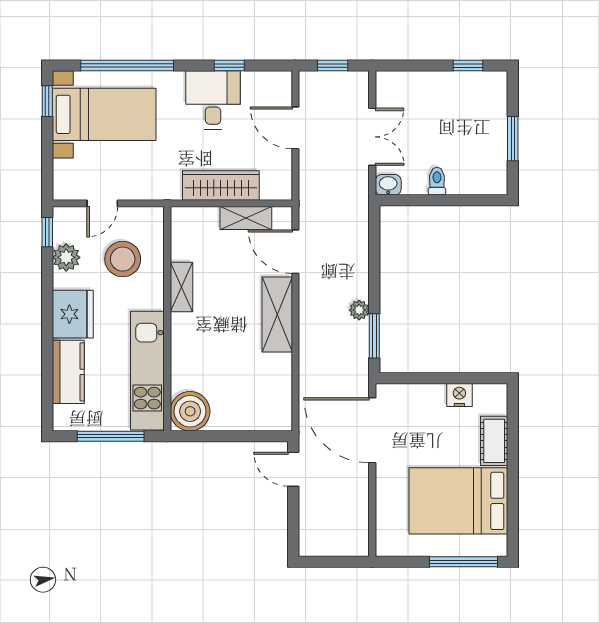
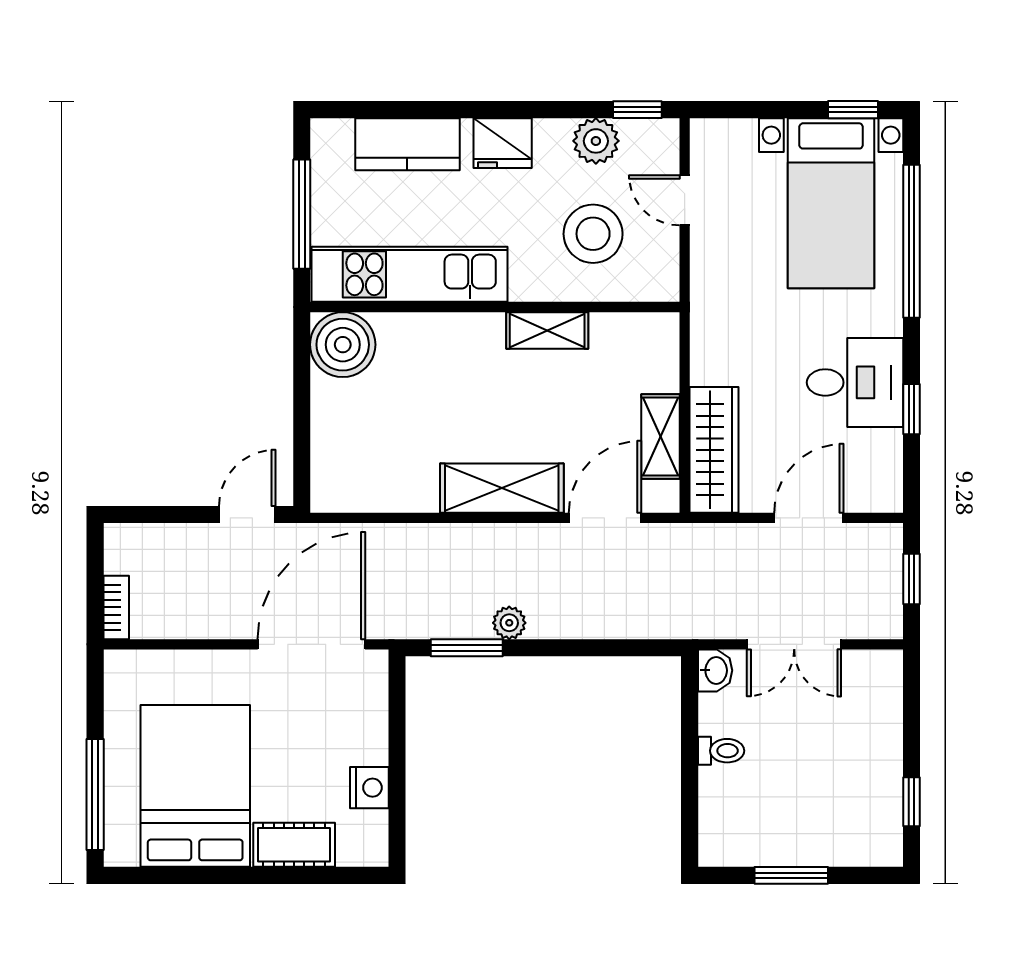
wardrobe: (221, 186) -> (714, 450), moved
fridge: (73, 314) -> (503, 143), width x0.73, depth x0.75
bookcase: (350, 549) -> (116, 607), added

